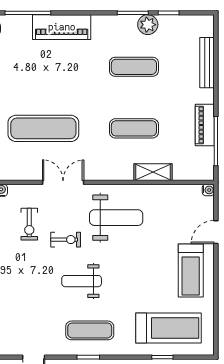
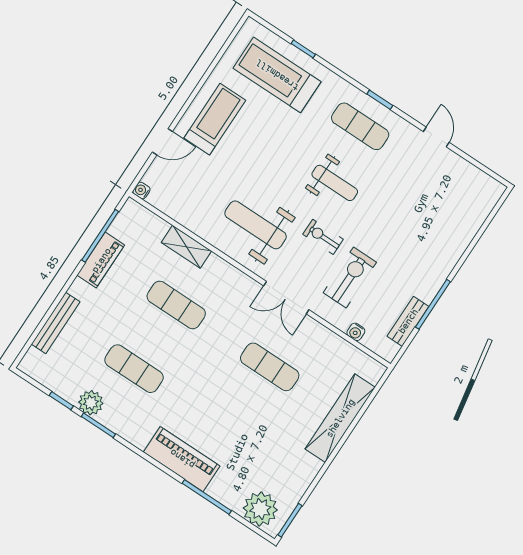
exercise mat: (43, 128) -> (270, 367), width x0.73, depth x0.69
exercise bike: (29, 224) -> (350, 278), width x1.38, depth x1.39

